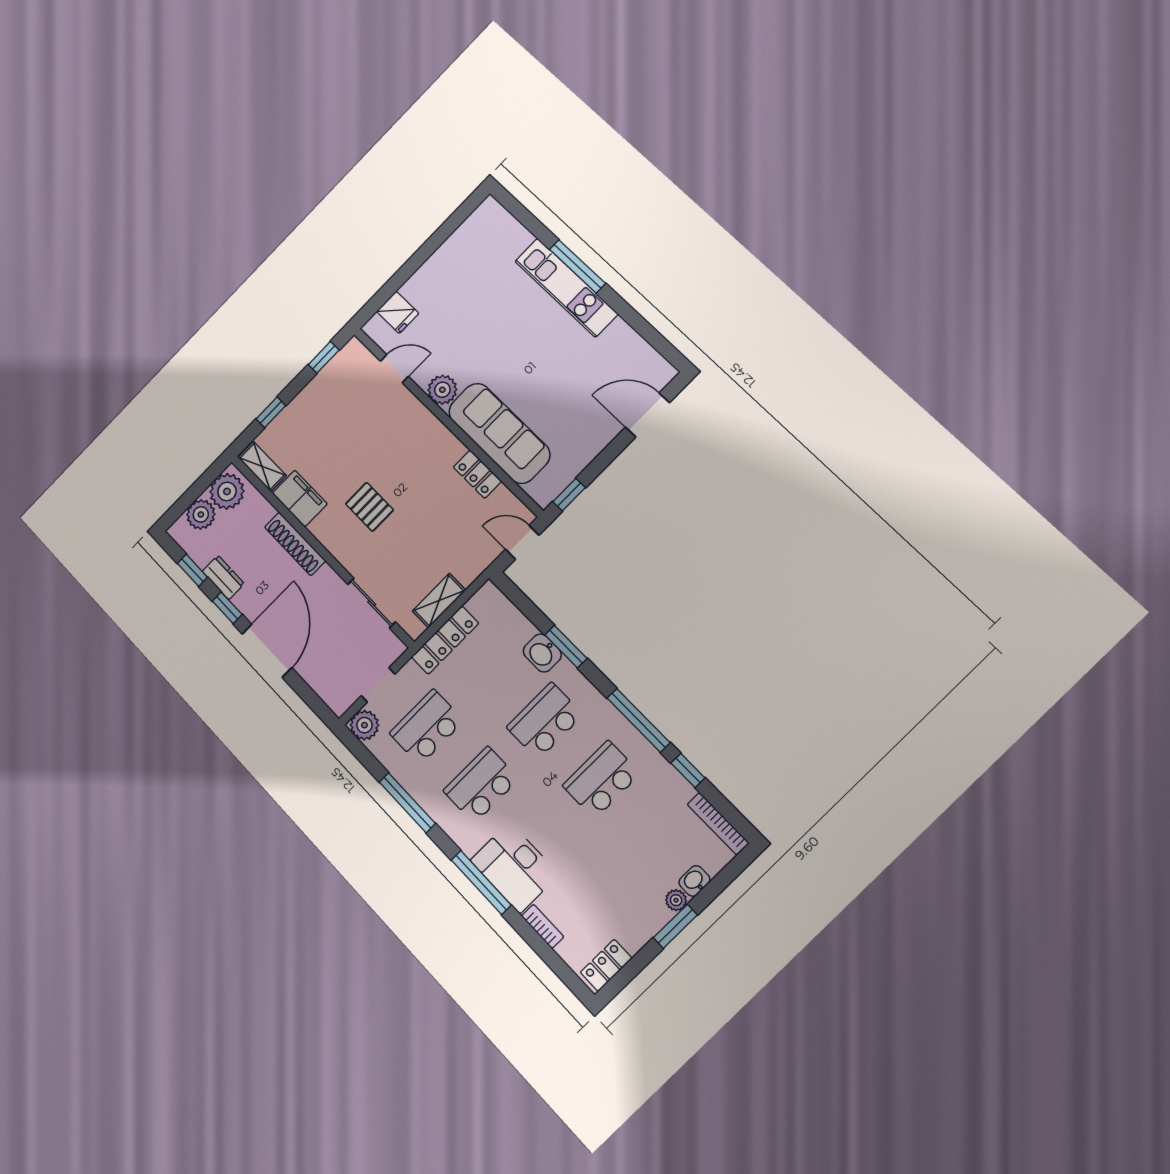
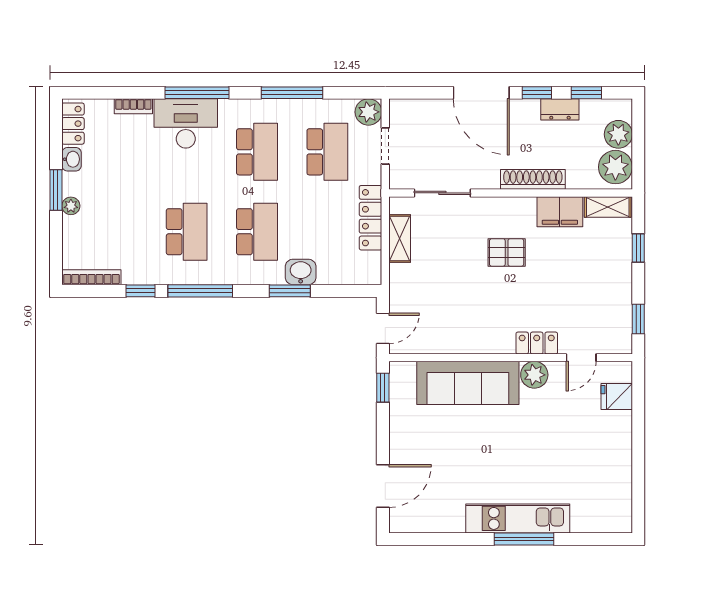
locker: (477, 474) -> (537, 343), moved
washbasin: (694, 881) -> (72, 159), moved

